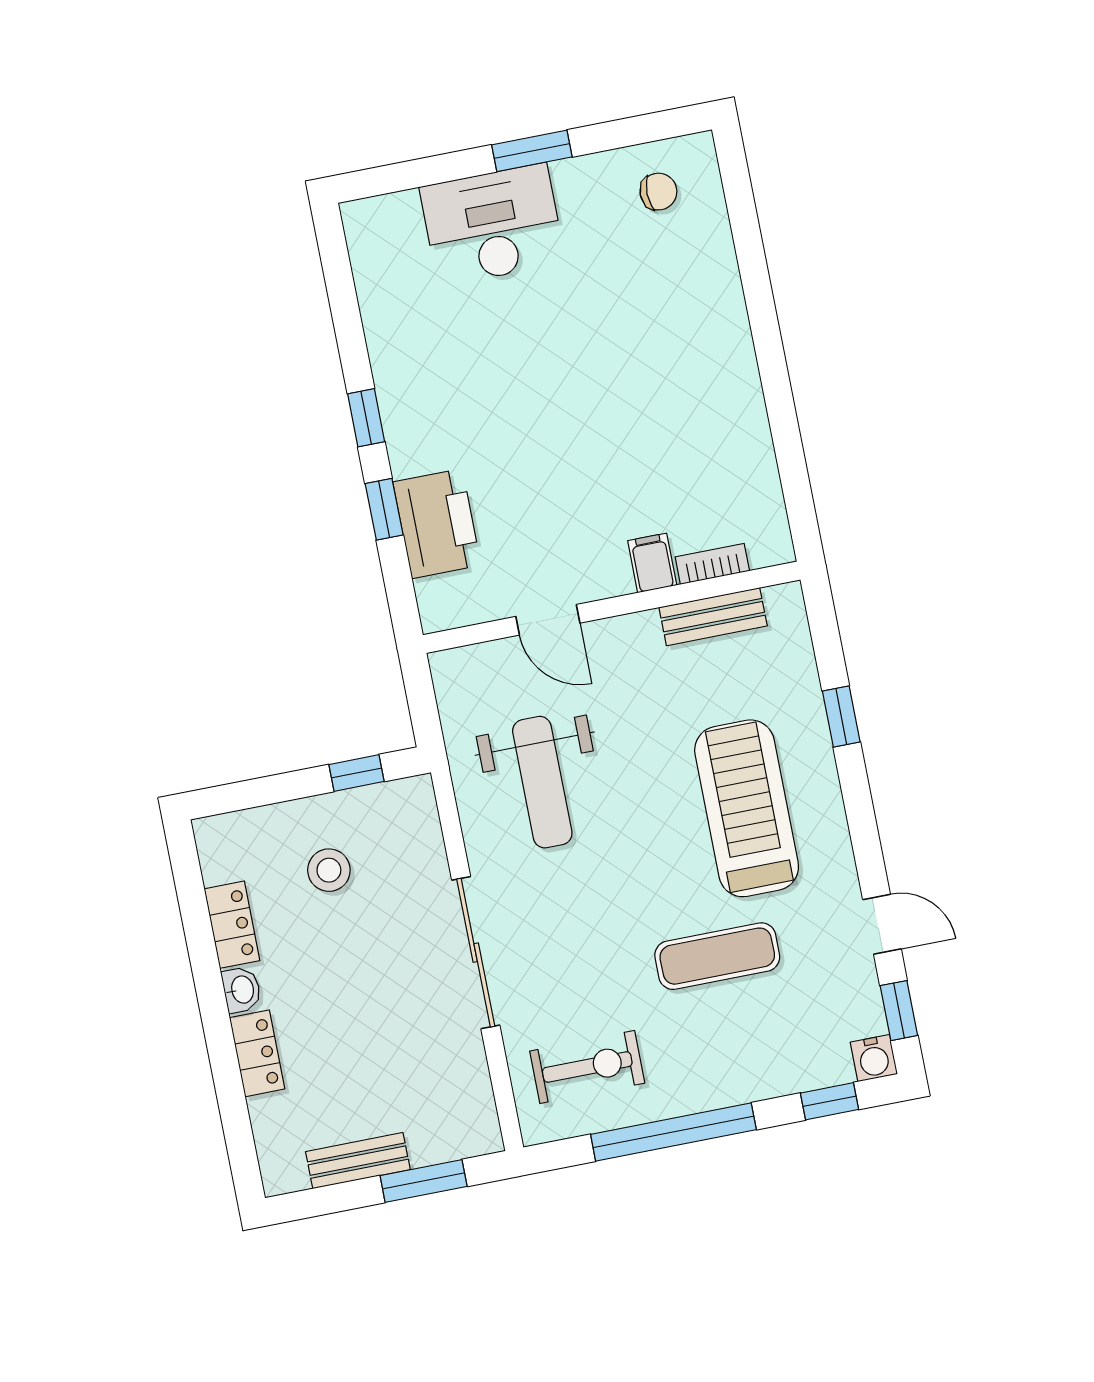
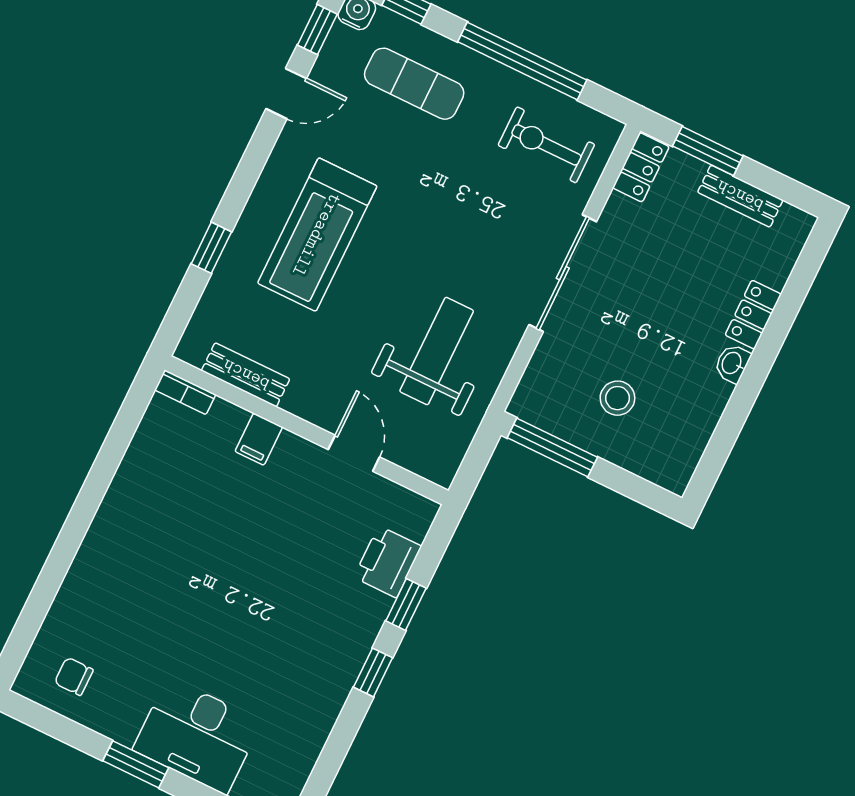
printer: (437, 524) -> (388, 562), width x0.73, depth x0.84
bookcase: (712, 564) -> (185, 392), moved
window: (356, 773) -> (552, 447), width x2.17
door: (882, 924) -> (286, 94), swing flipped
locker: (232, 925) -> (641, 167), moved, turned 180
exercise mat: (717, 956) -> (414, 84), moved

